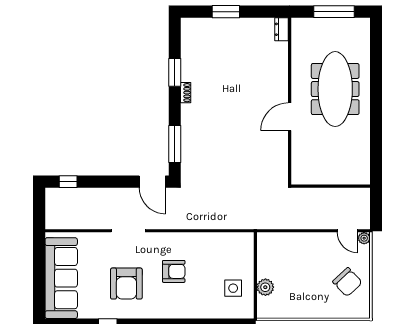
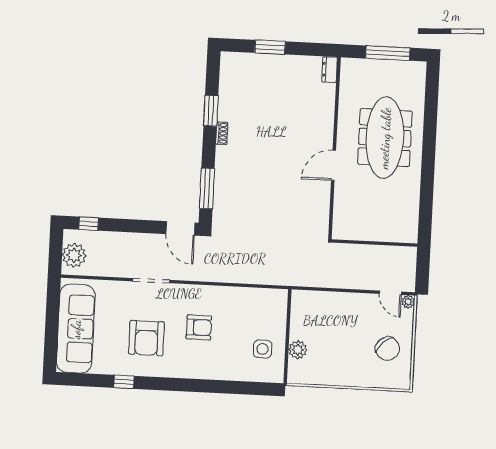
plant: (56, 211) -> (74, 255), added

